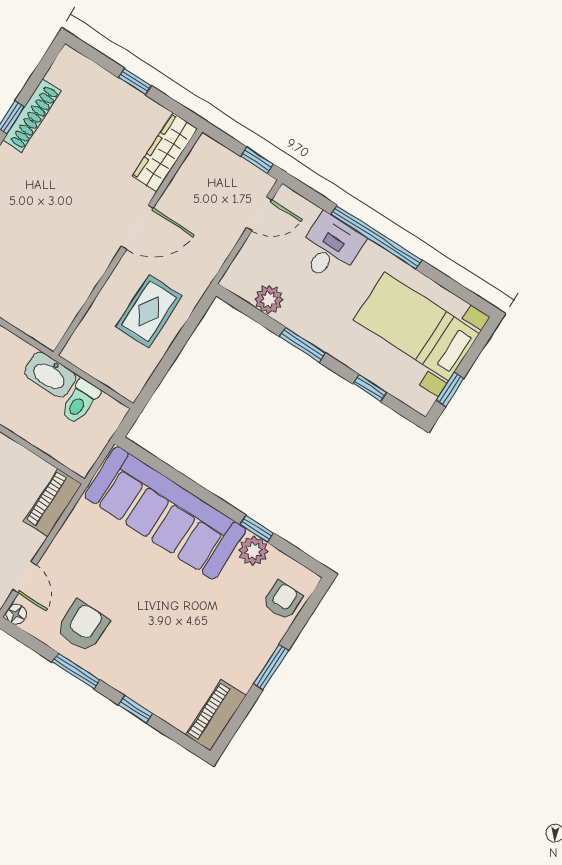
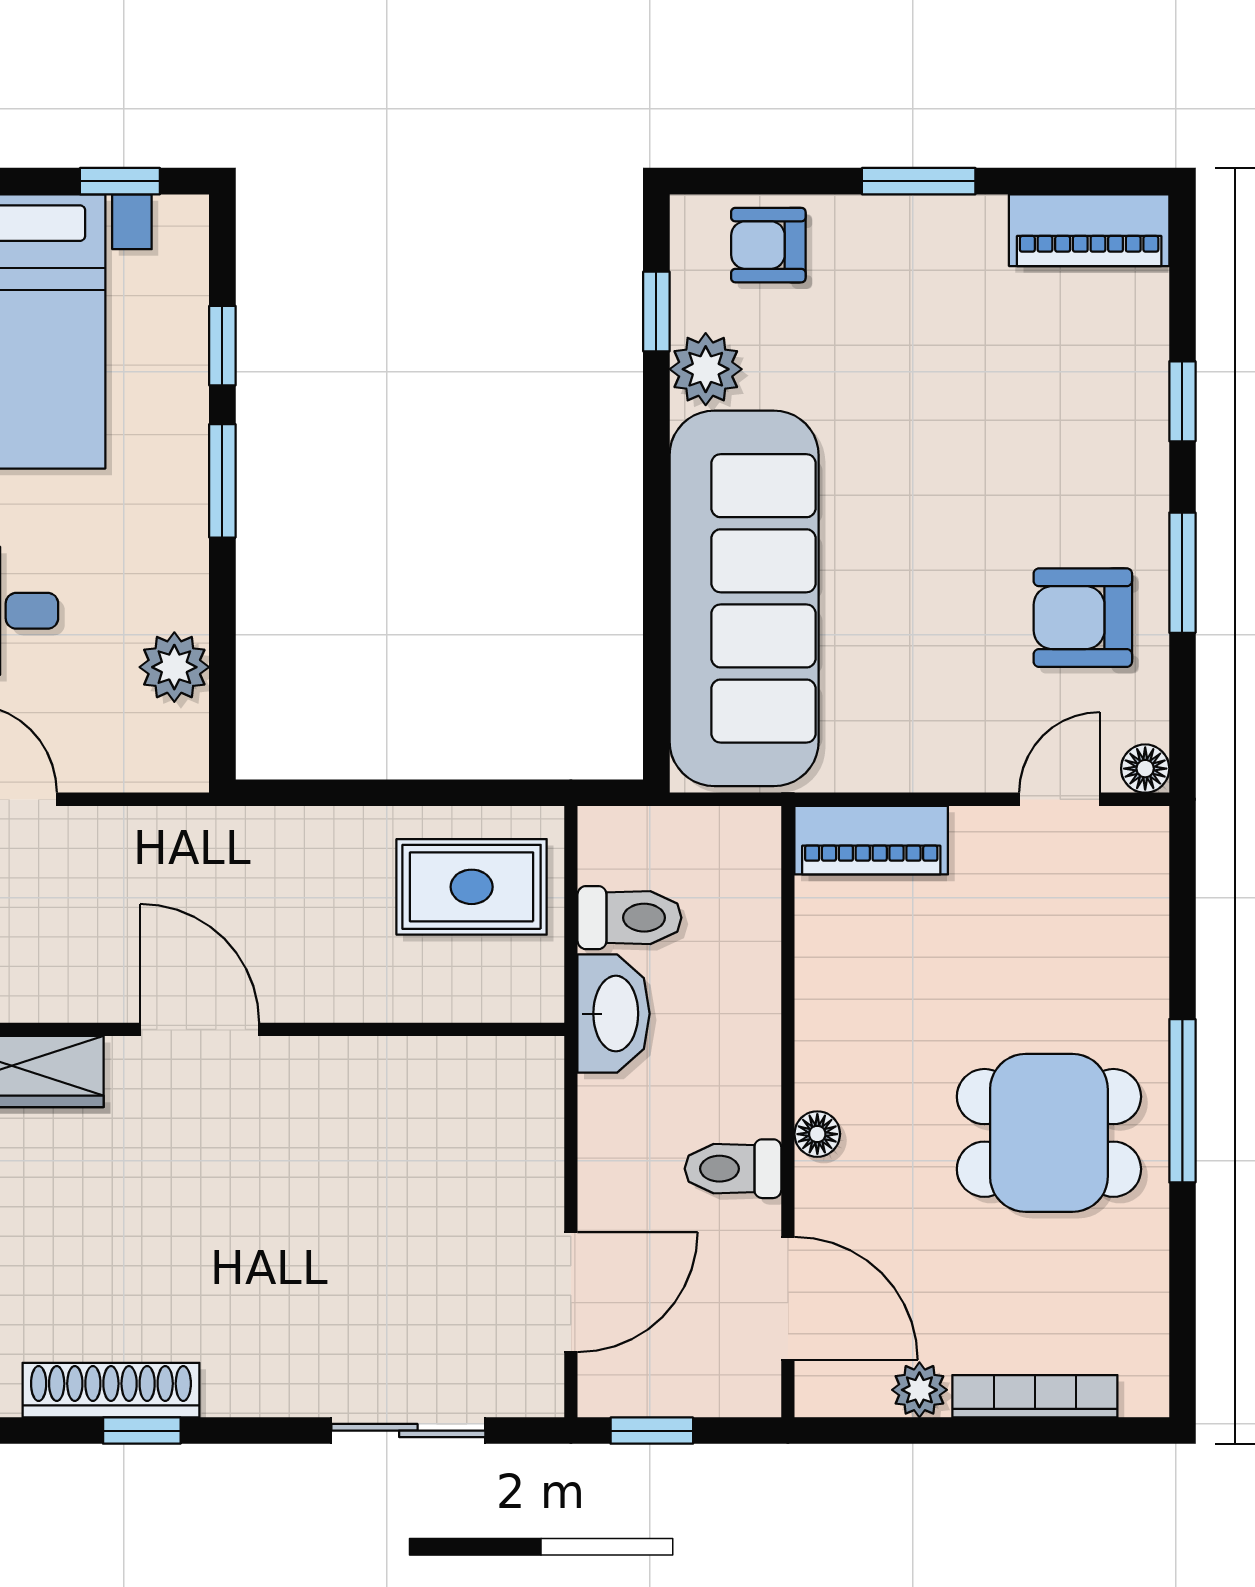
rug: (149, 311) -> (472, 887), moved
window: (302, 345) -> (222, 481), moved
window: (257, 529) -> (656, 312), moved

